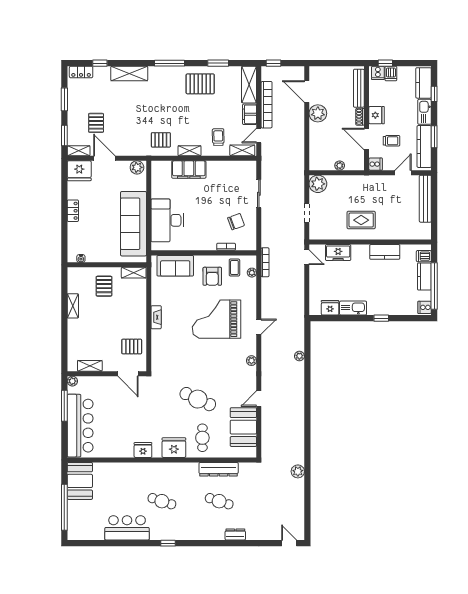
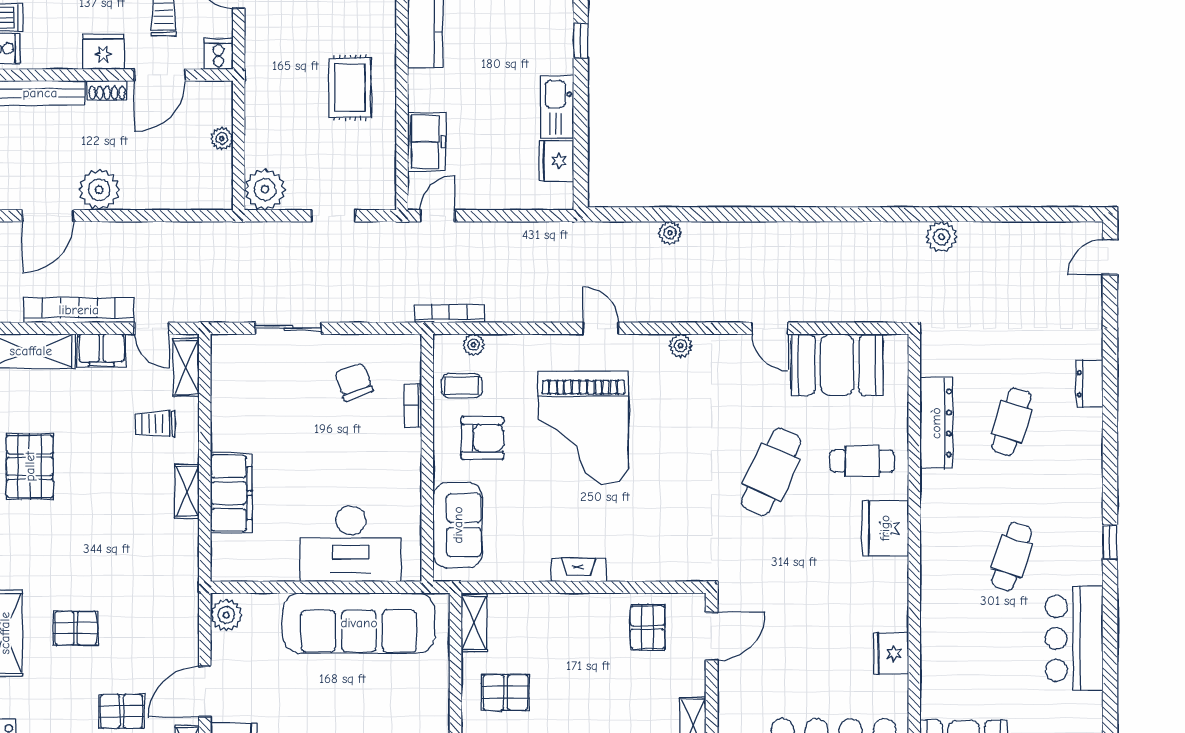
pallet: (161, 140) -> (76, 628), moved, turned 90
fridge: (143, 450) -> (891, 654), moved

